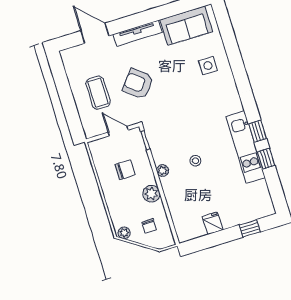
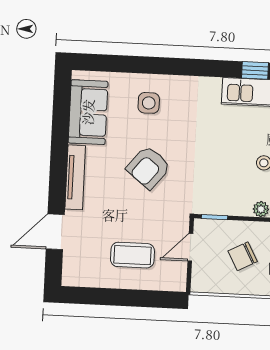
armchair: (138, 84) -> (148, 167), moved
chair: (125, 170) -> (243, 256), turned -118

